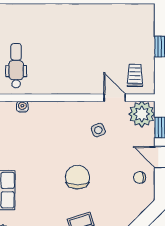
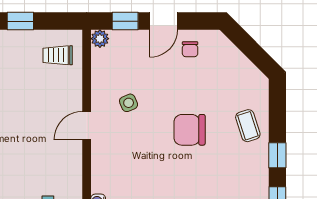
door: (115, 98) -> (87, 126), moved
plant: (142, 114) -> (100, 39), width x0.53, depth x0.53

